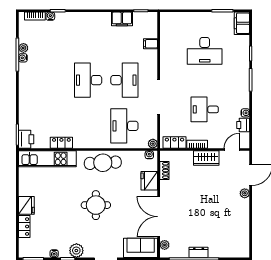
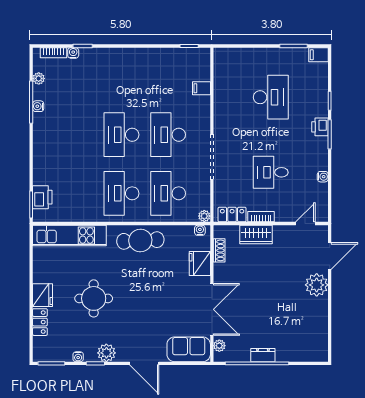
filing cabinet: (122, 19) -> (165, 56), removed
filing cabinet: (242, 23) -> (318, 55), width x0.50
plant: (23, 48) -> (39, 78), moved
desk: (205, 51) -> (271, 97), turned -90
desk: (124, 80) -> (168, 135), turned 180
printer: (243, 125) -> (320, 127), moved
desk: (88, 126) -> (121, 193), added
printer: (26, 139) -> (42, 197), moved
locker: (61, 143) -> (87, 215), removed
wardrobe: (206, 158) -> (256, 234), moved
plant: (245, 193) -> (317, 285), width x1.88, depth x1.88
round table: (96, 205) -> (94, 298), moved
double door: (159, 217) -> (212, 309), swing flipped

